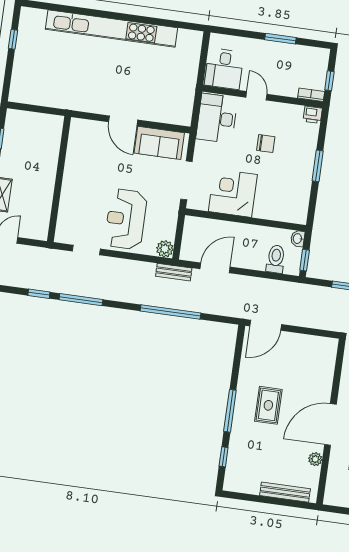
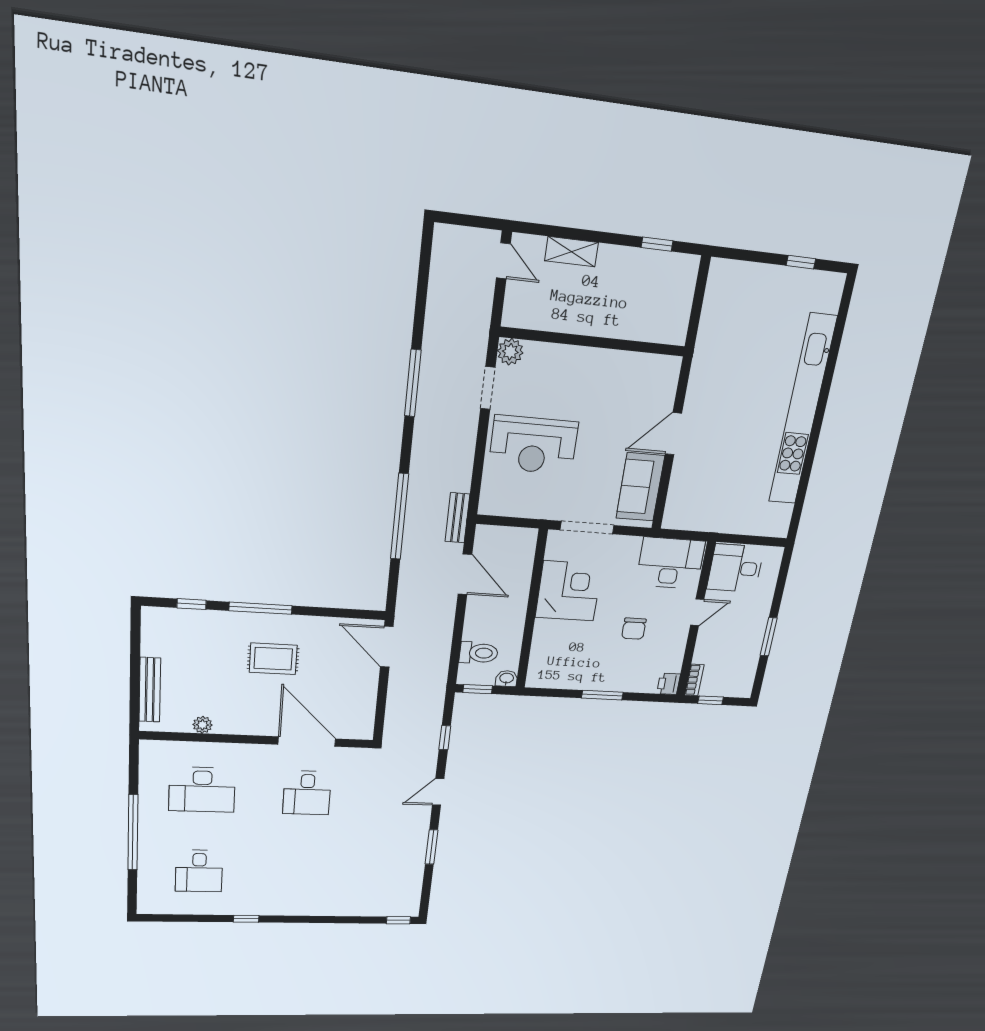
reception desk: (126, 219) -> (533, 445), turned 180
plant: (165, 249) -> (510, 352), moved
window: (39, 294) -> (419, 316), removed
door: (330, 424) -> (307, 742), moved

